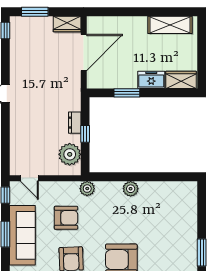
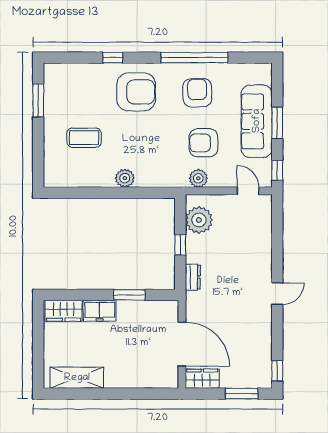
door: (84, 52) -> (182, 344), swing flipped
dresser: (75, 123) -> (193, 277), moved
plant: (87, 189) -> (198, 178), moved
coffee table: (164, 222) -> (84, 138), added

